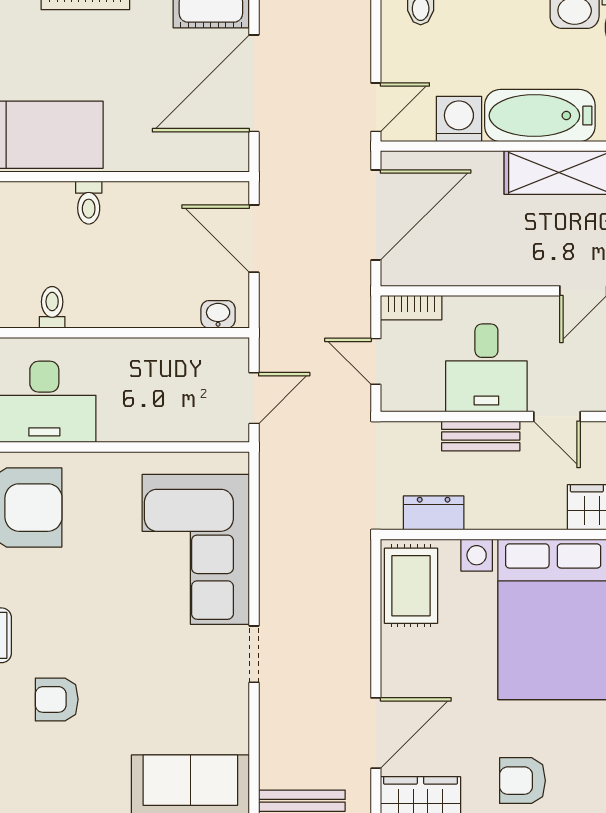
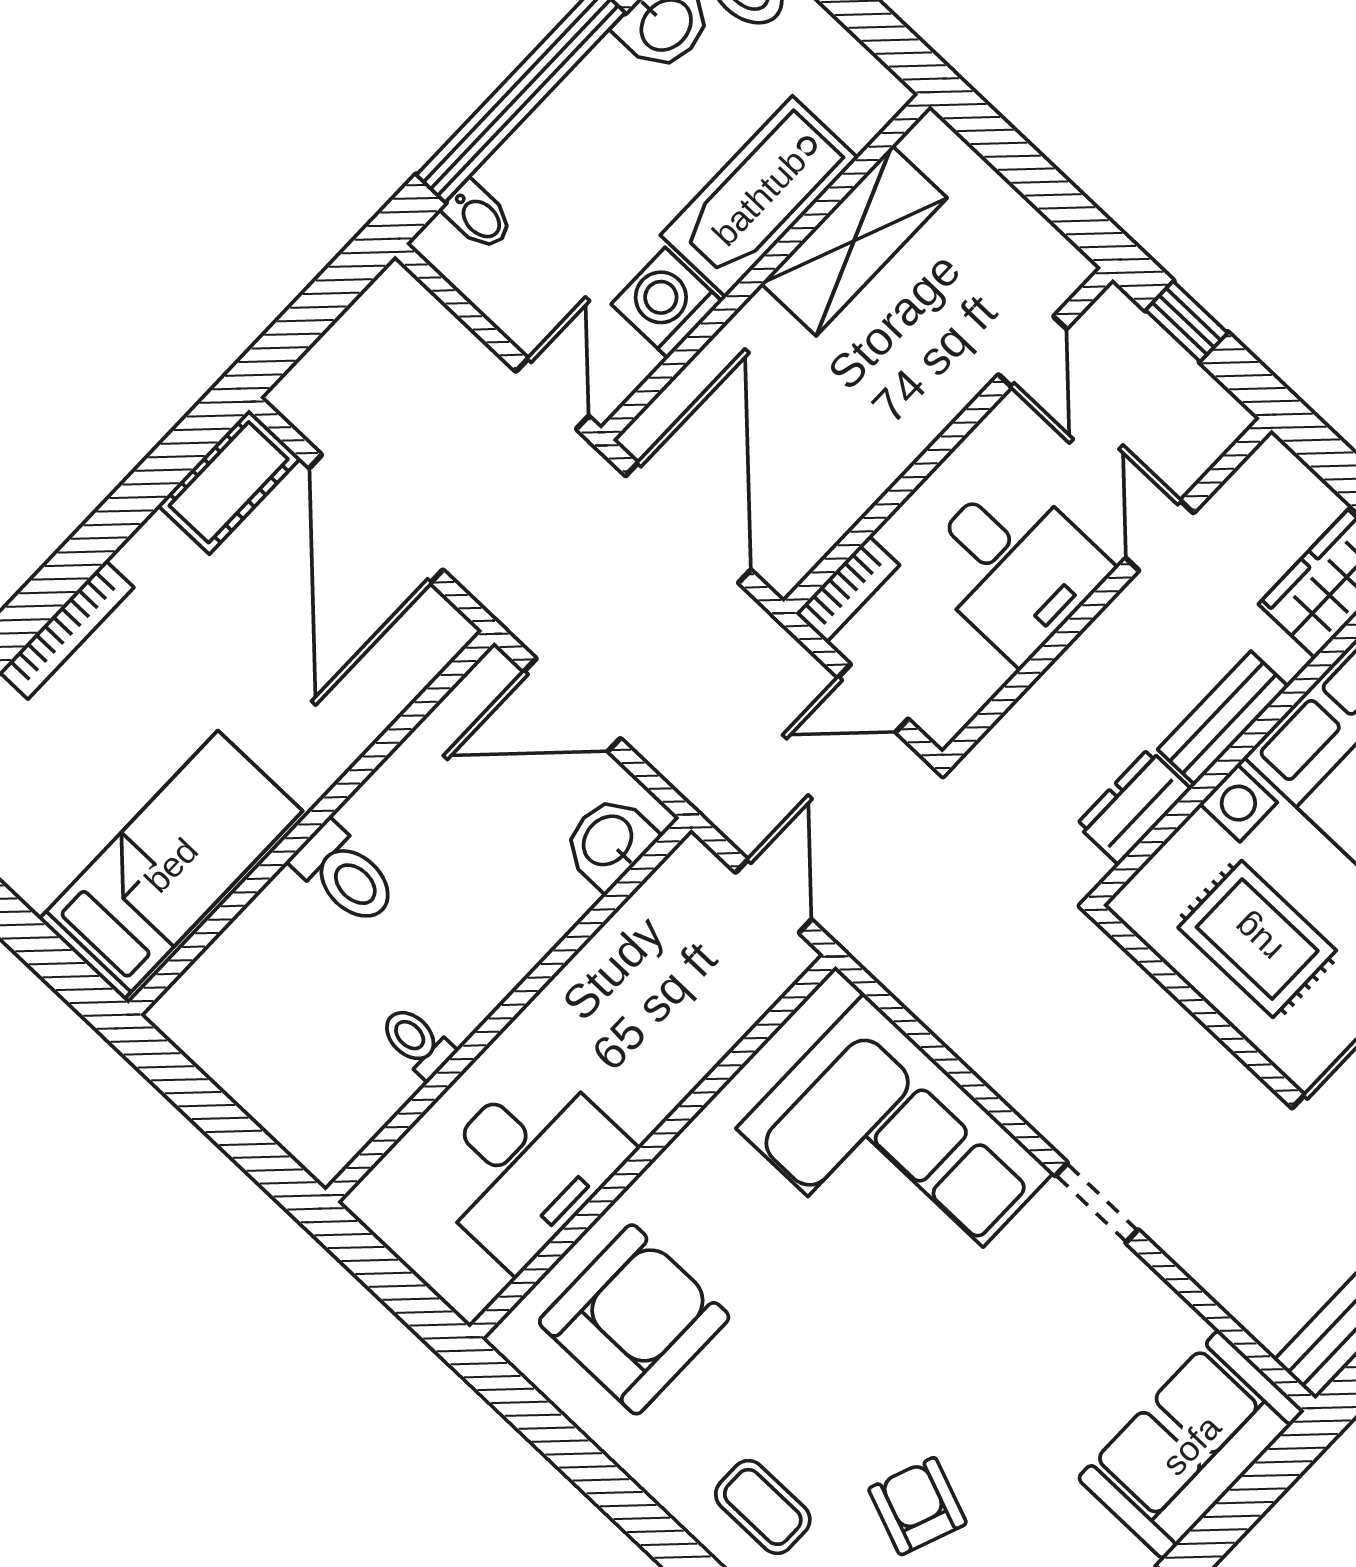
toilet: (89, 203) -> (345, 874), width x1.37, depth x1.39
washbasin: (218, 314) -> (609, 842), width x1.38, depth x1.45
door: (557, 417) -> (1160, 536), swing flipped
bench: (481, 436) -> (1223, 718), moved
rug: (411, 586) -> (1257, 939), moved
armchair: (57, 699) -> (918, 1506), turned 111

